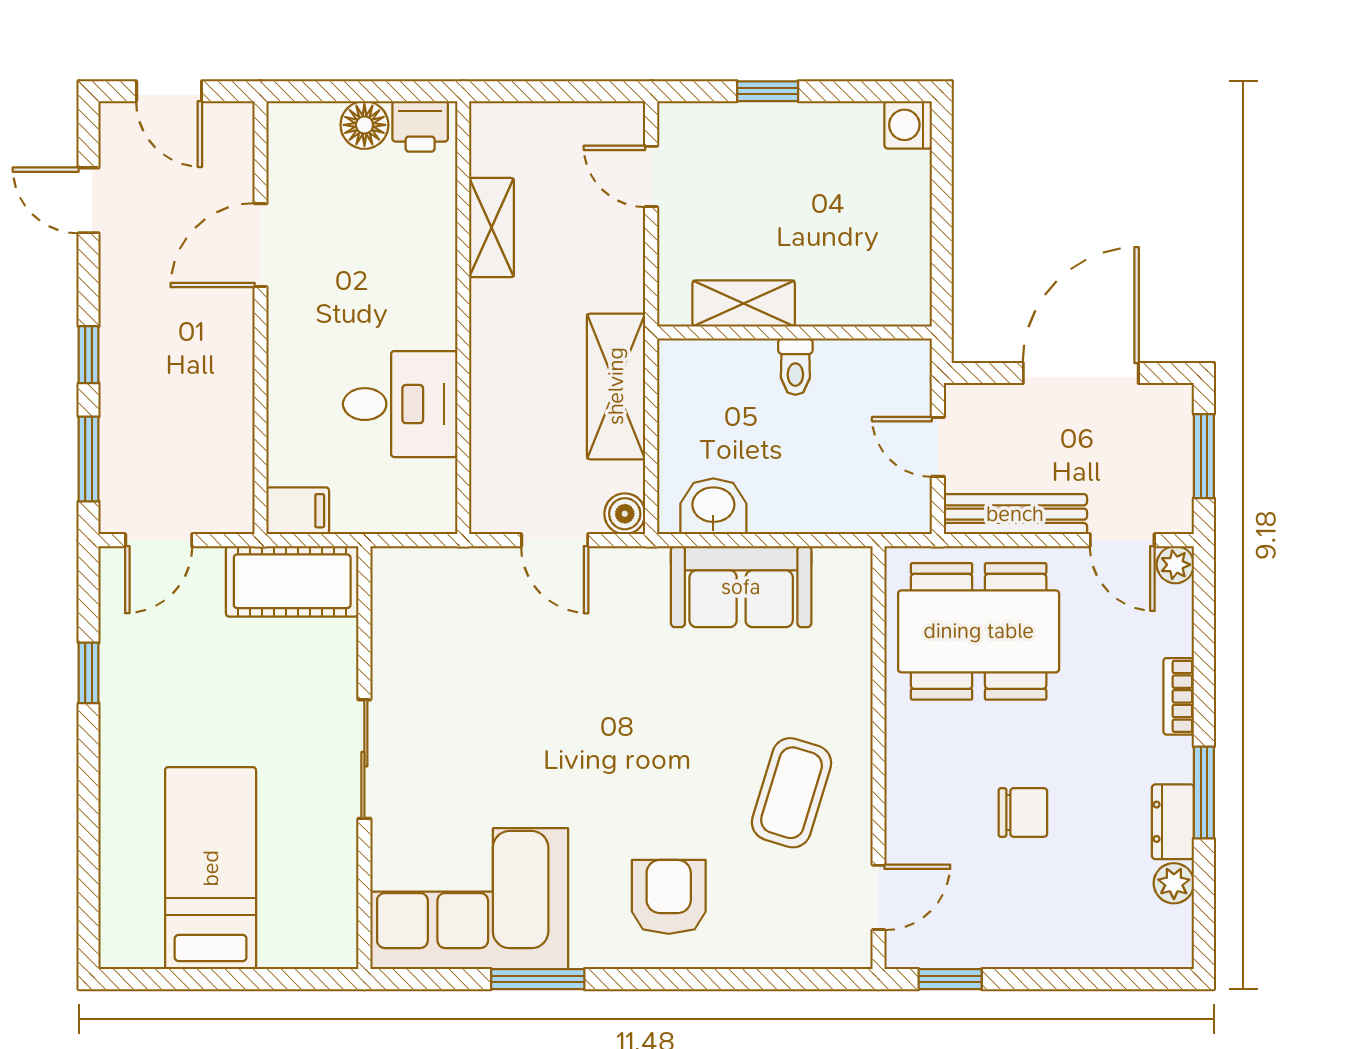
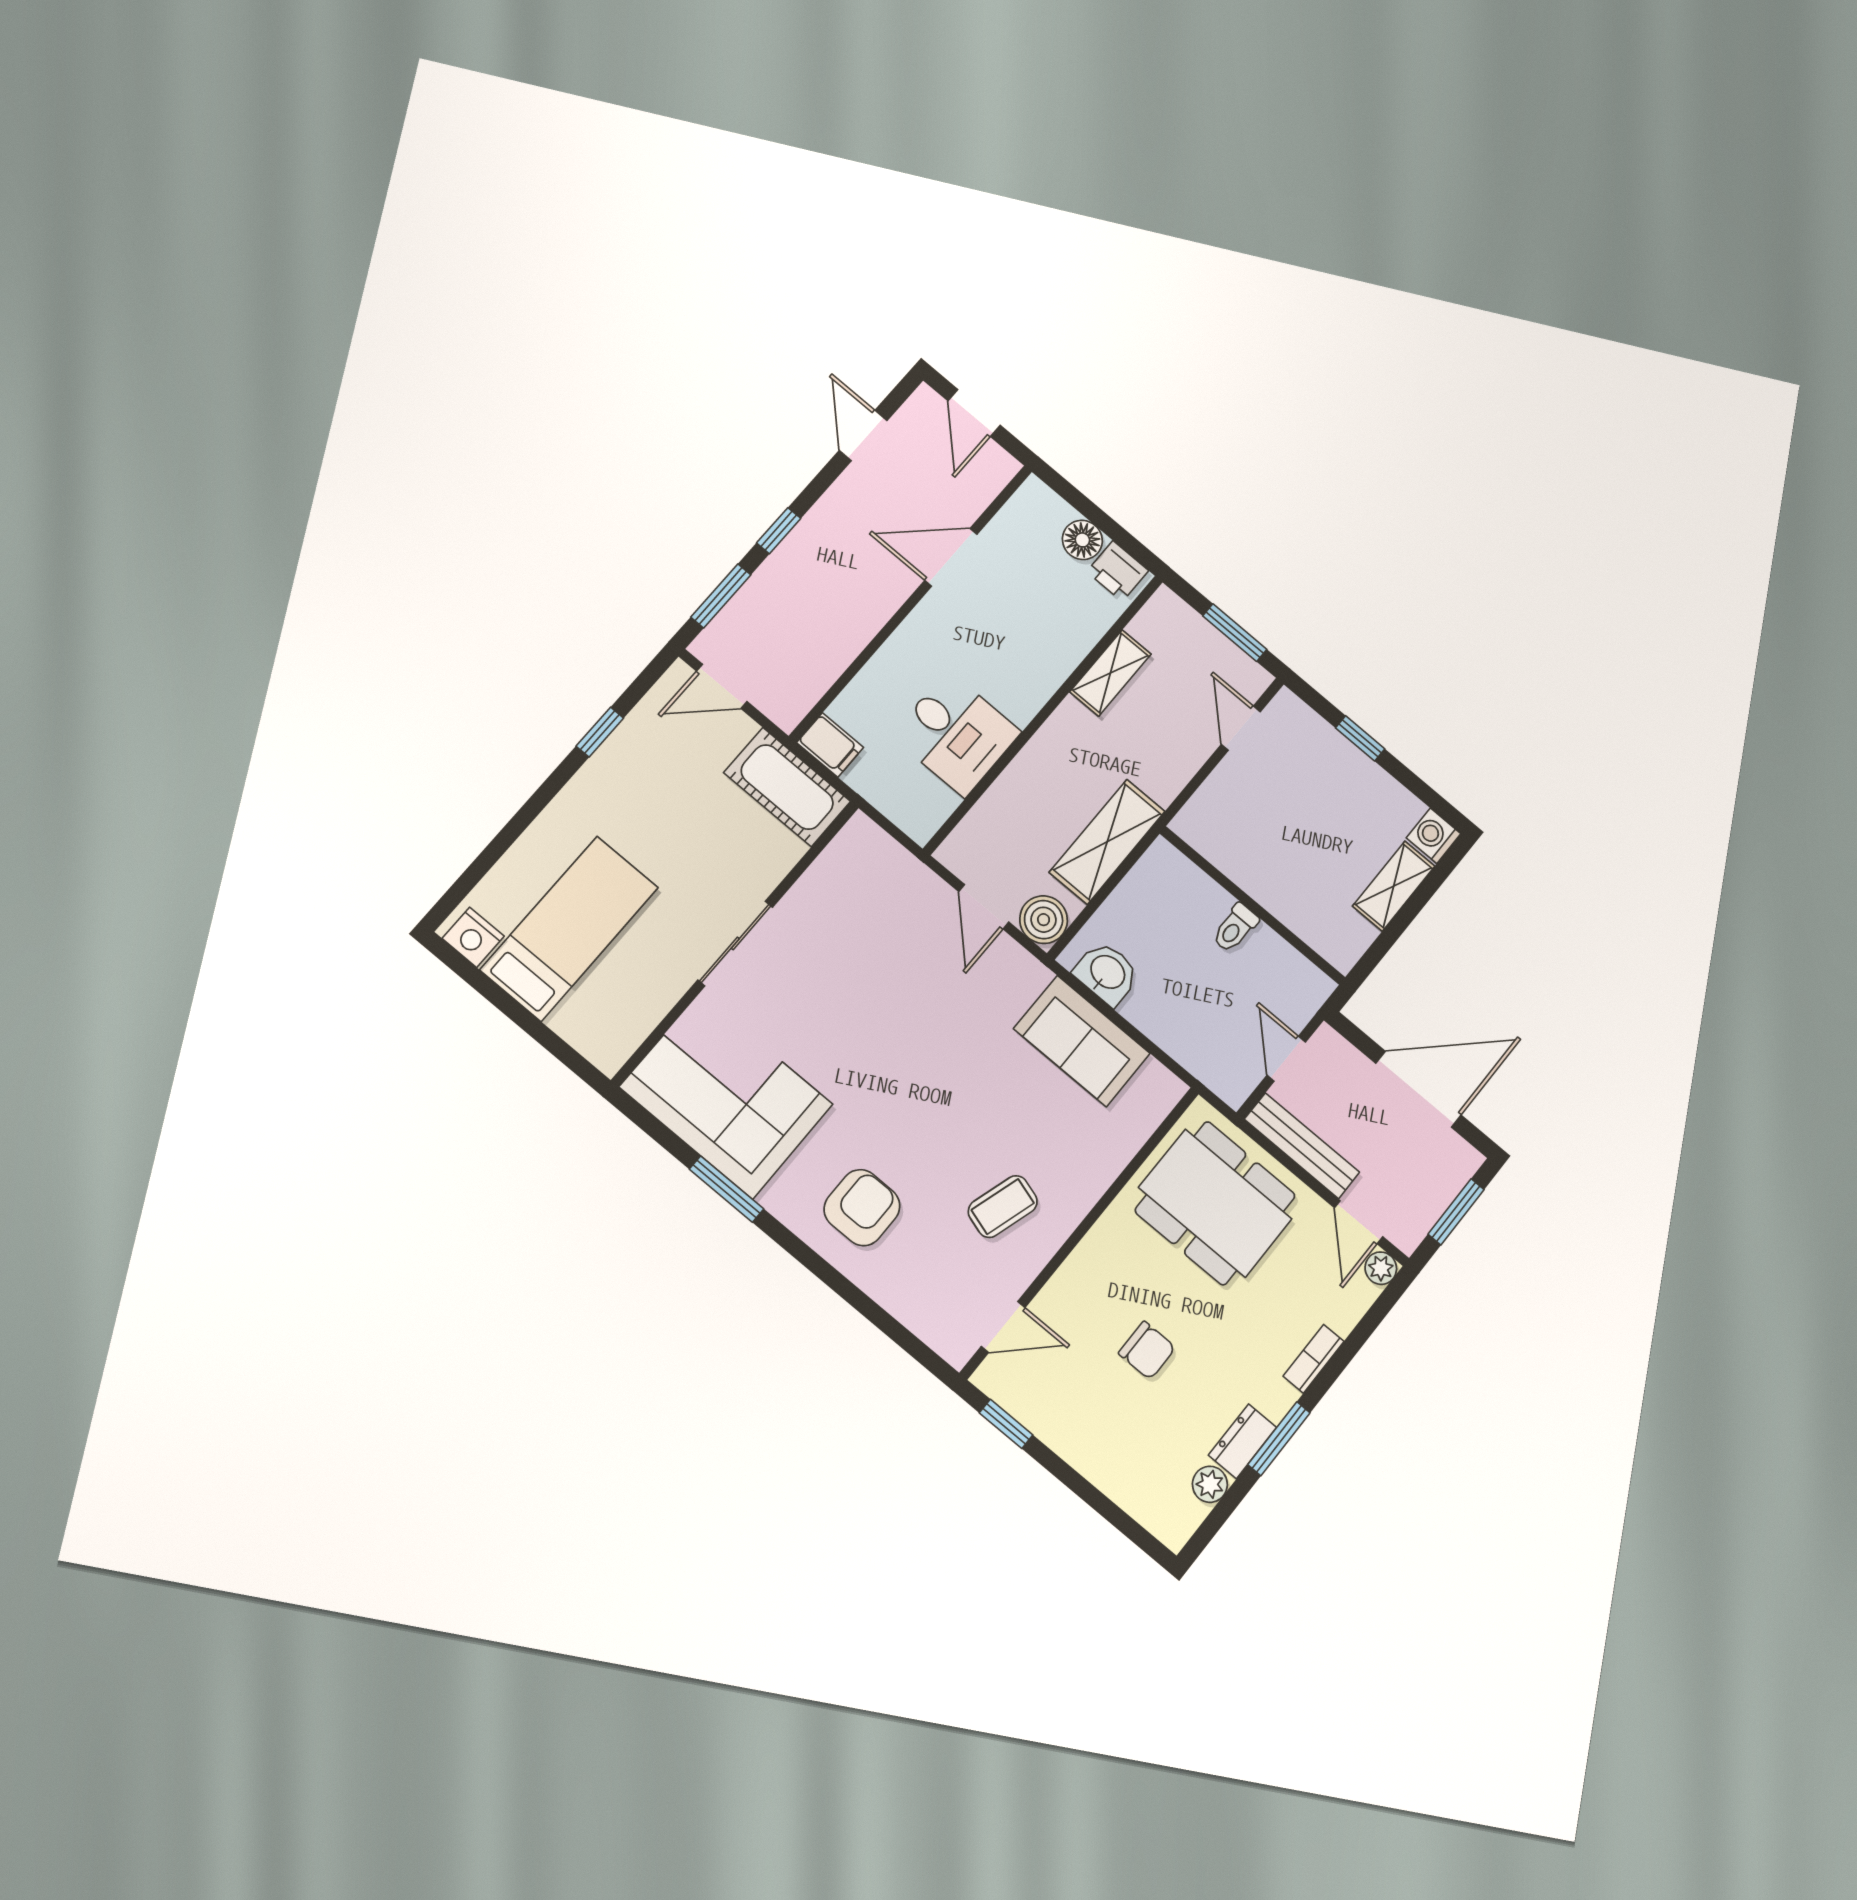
window: (573, 91) -> (1235, 633), added
shelving: (744, 303) -> (1394, 886), moved, turned 90
boiler: (625, 514) -> (1044, 920), width x1.36, depth x1.36
coffee table: (792, 793) -> (1003, 1207), width x0.73, depth x0.77
nightstand: (135, 946) -> (473, 937), added

